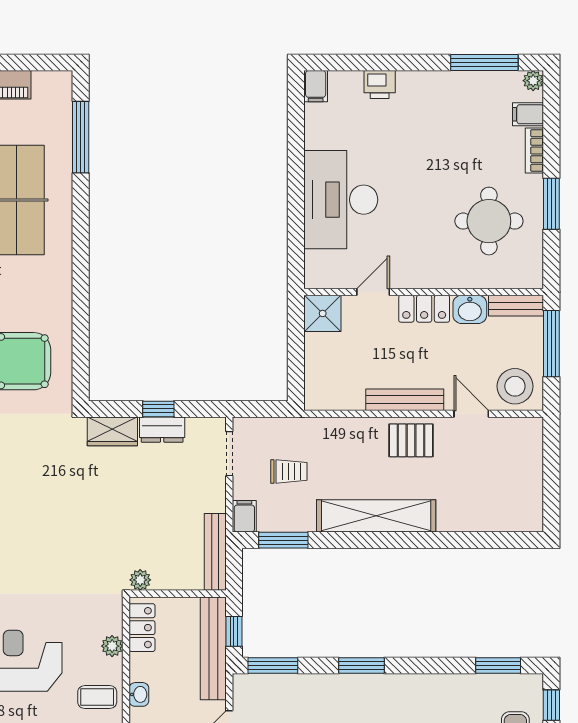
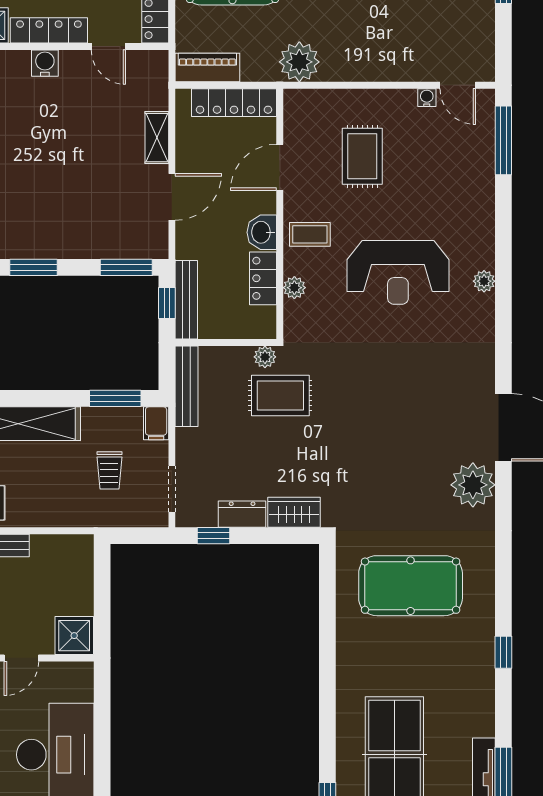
window: (158, 409) -> (214, 536), moved
trolley: (289, 471) -> (109, 470), turned -90
rug: (125, 543) -> (280, 395), added
locker: (142, 628) -> (263, 278), moved
bench: (213, 648) -> (186, 300), width x0.73, depth x0.82
washbasin: (139, 694) -> (262, 232), width x1.38, depth x1.45

